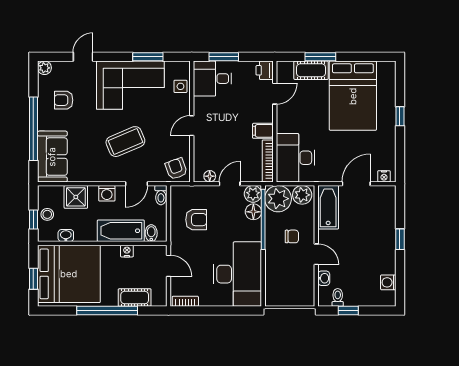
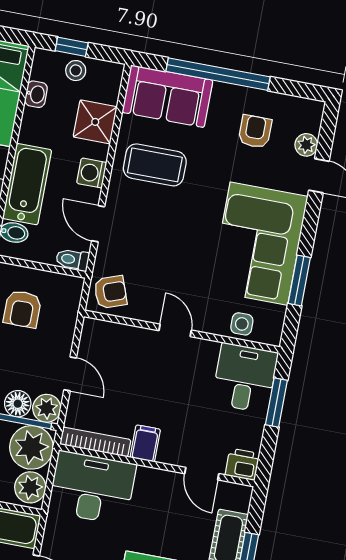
plant: (44, 68) -> (306, 145), moved
coffee table: (125, 142) -> (155, 165), moved, turned -67
floor lamp: (210, 176) -> (88, 344), removed

